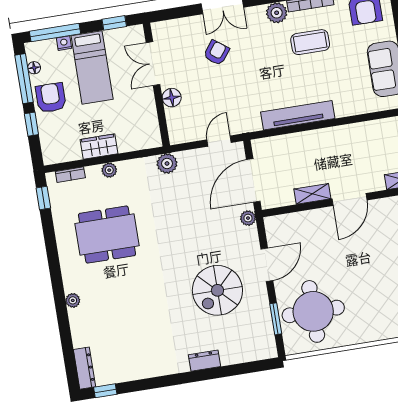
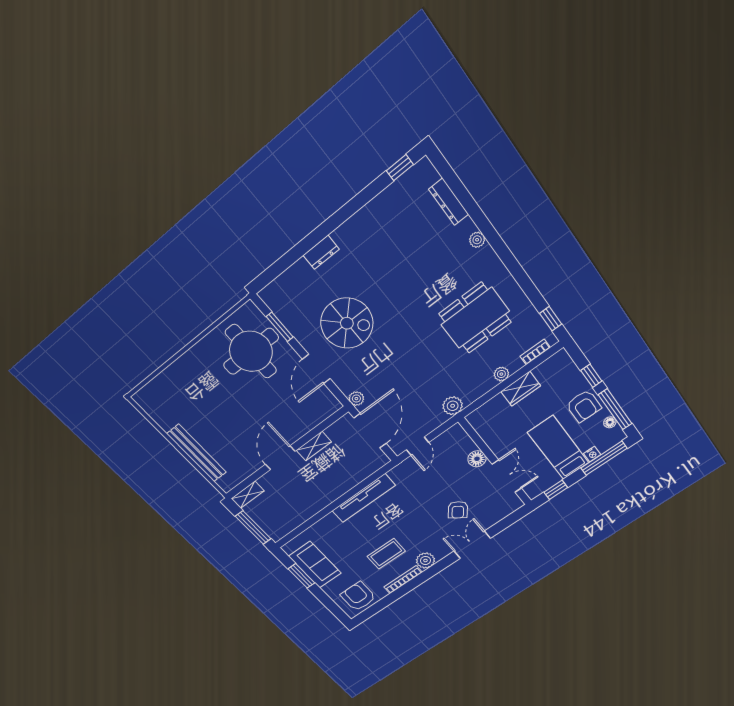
spiral stairs: (217, 290) -> (347, 323), turned 90
dresser: (84, 368) -> (449, 202), moved

